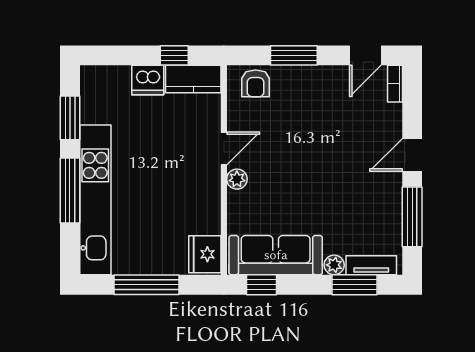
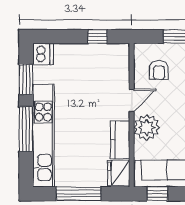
kitchen counter: (193, 79) -> (120, 140), moved, turned 90
dishwasher: (148, 80) -> (43, 54), moved, turned -90
armchair: (256, 83) -> (159, 70), moved
plant: (237, 179) -> (147, 127), width x1.88, depth x1.88

